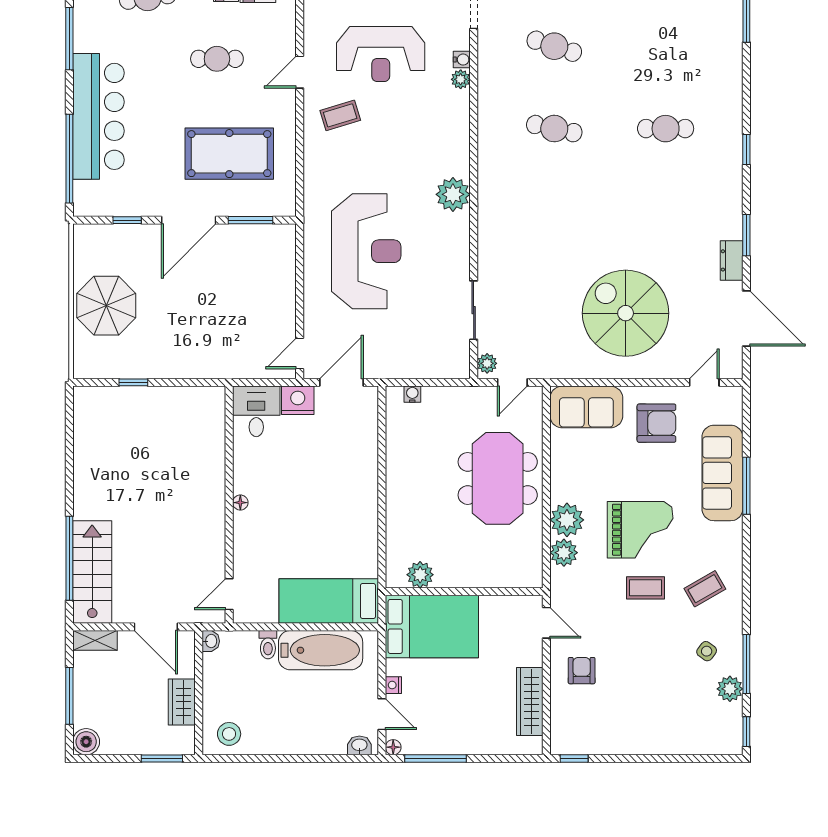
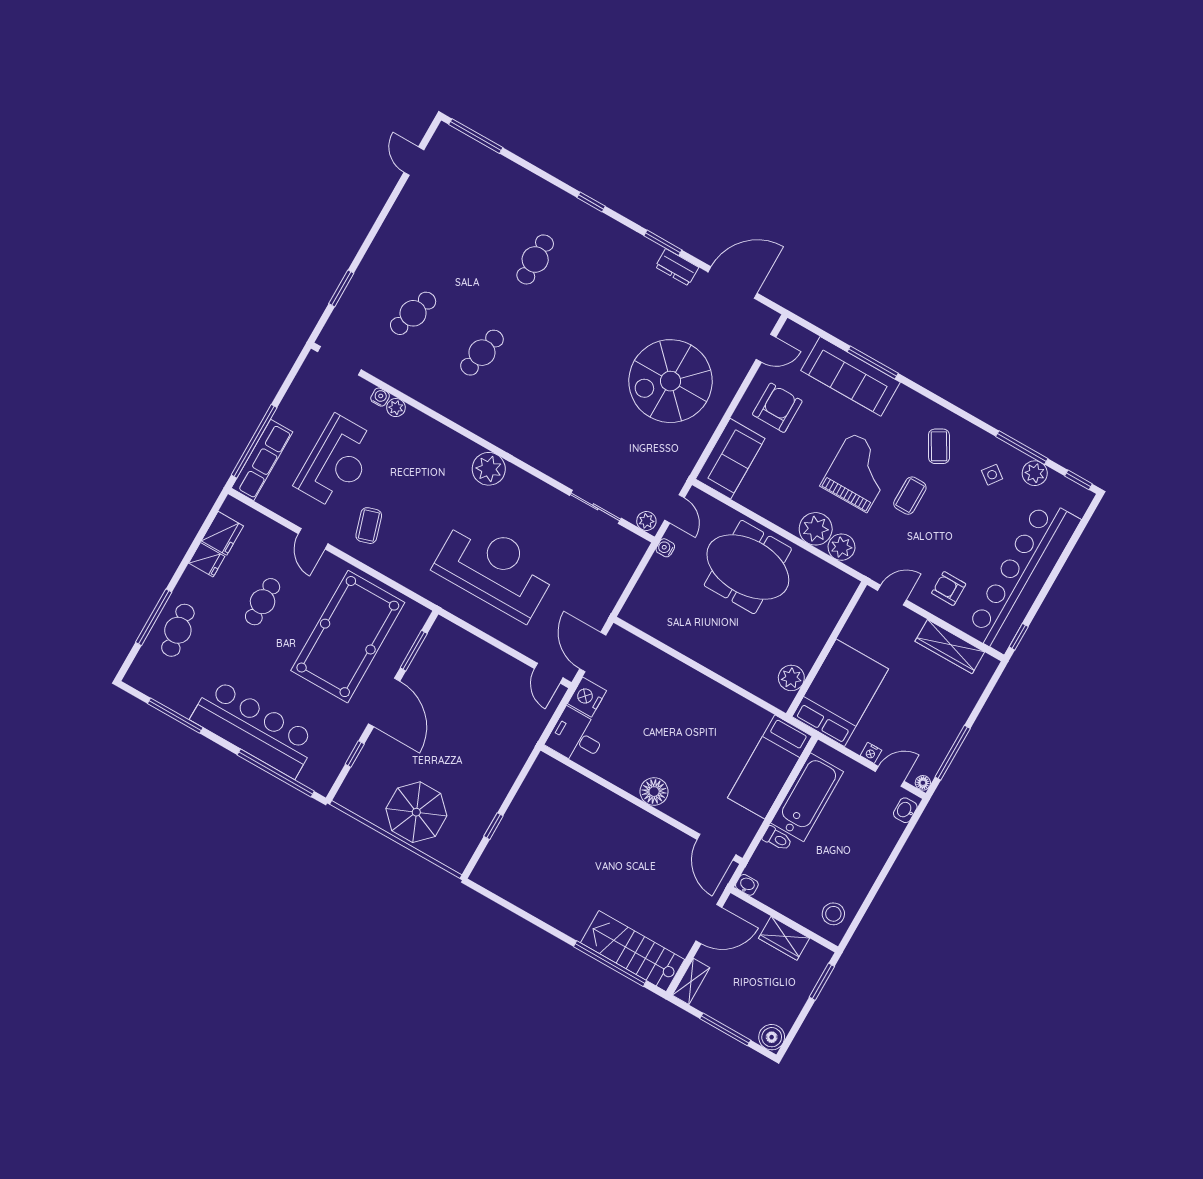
pool table: (229, 154) -> (348, 637), width x1.36, depth x1.32
door: (704, 382) -> (766, 348), swing flipped
water cooler: (412, 394) -> (665, 548), moved
floor lamp: (240, 503) -> (654, 792), width x1.89, depth x1.89
door: (229, 594) -> (716, 847), width x1.38
bar counter: (631, 731) -> (1023, 576), added

